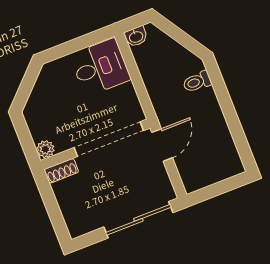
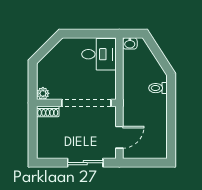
door: (162, 145) -> (119, 137), moved
sliding door: (138, 220) -> (85, 163), width x0.73

